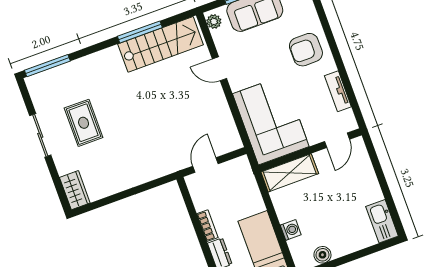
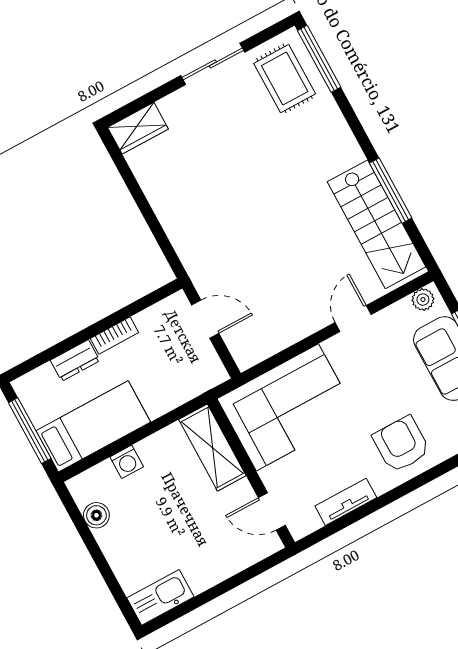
rug: (84, 123) -> (285, 79), moved, turned 90

